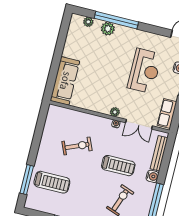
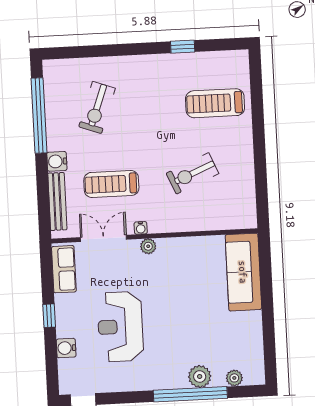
treadmill: (118, 166) -> (111, 184), moved
window: (27, 180) -> (257, 95), removed

